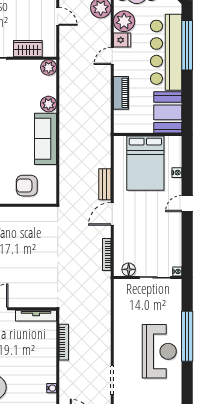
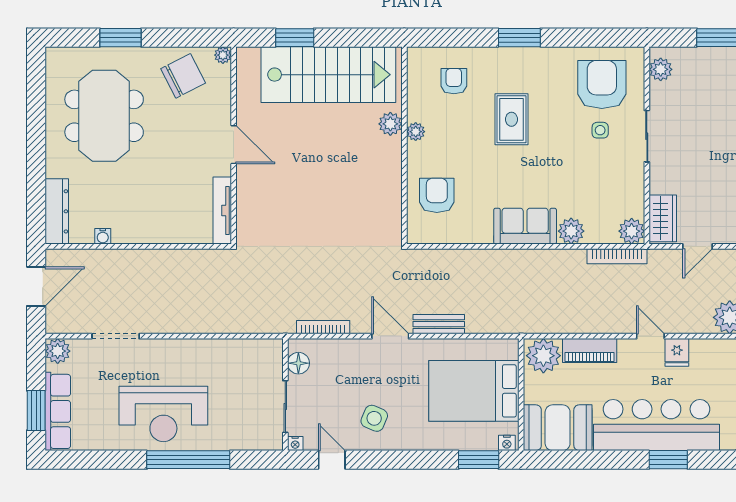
door: (58, 16) -> (698, 246), moved
plant: (124, 21) -> (543, 356), moved
window: (187, 45) -> (668, 460), width x0.47
wardrobe: (28, 49) -> (663, 218), moved
sofa: (45, 139) -> (525, 226), width x0.73
window: (187, 160) -> (479, 460), added
nightstand: (177, 173) -> (507, 443), moved
door: (187, 204) -> (332, 460), moved
side table: (162, 224) -> (374, 418), added
bookcase: (64, 342) -> (617, 256), moved

